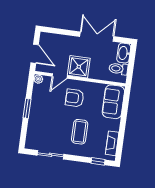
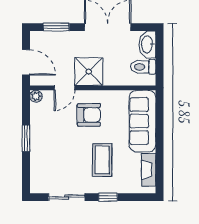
window: (60, 31) -> (56, 27), added
armchair: (75, 98) -> (89, 115), turned 180
sofa: (113, 102) -> (143, 121), width x1.36
window: (98, 161) -> (108, 197), moved

